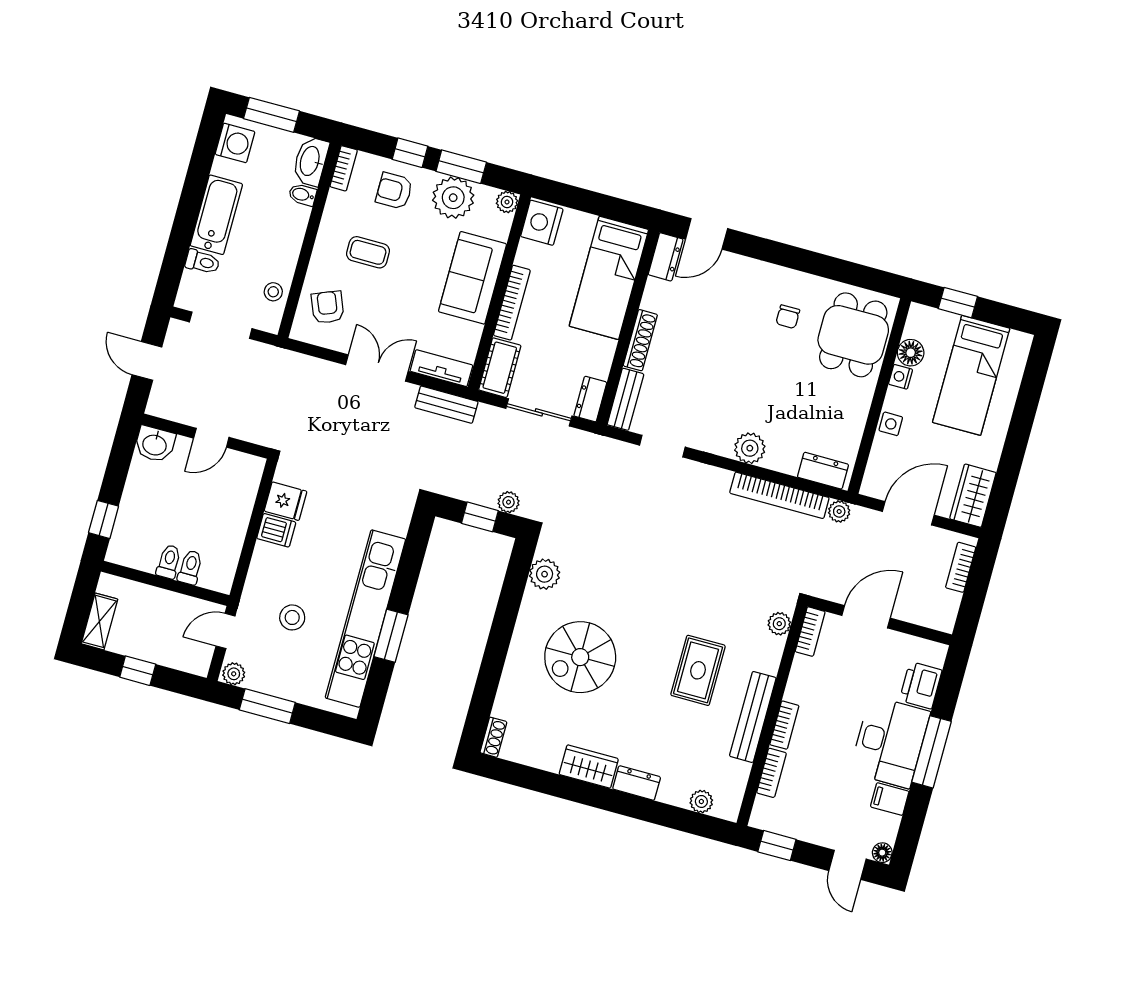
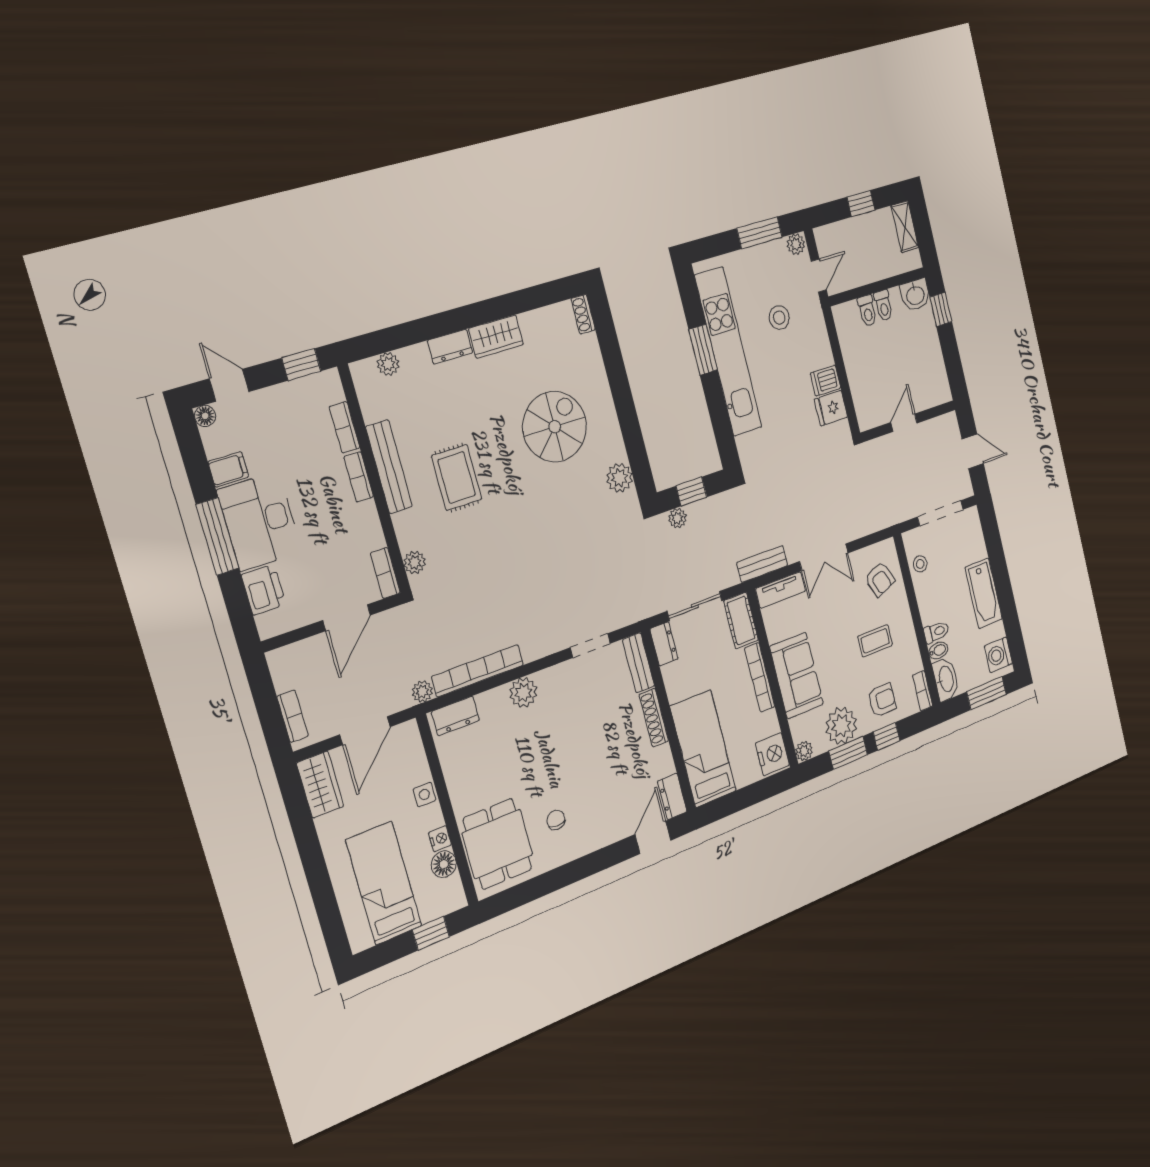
toilet: (202, 262) -> (936, 632), moved, turned 180
washbasin: (155, 444) -> (915, 295), moved, turned 180

